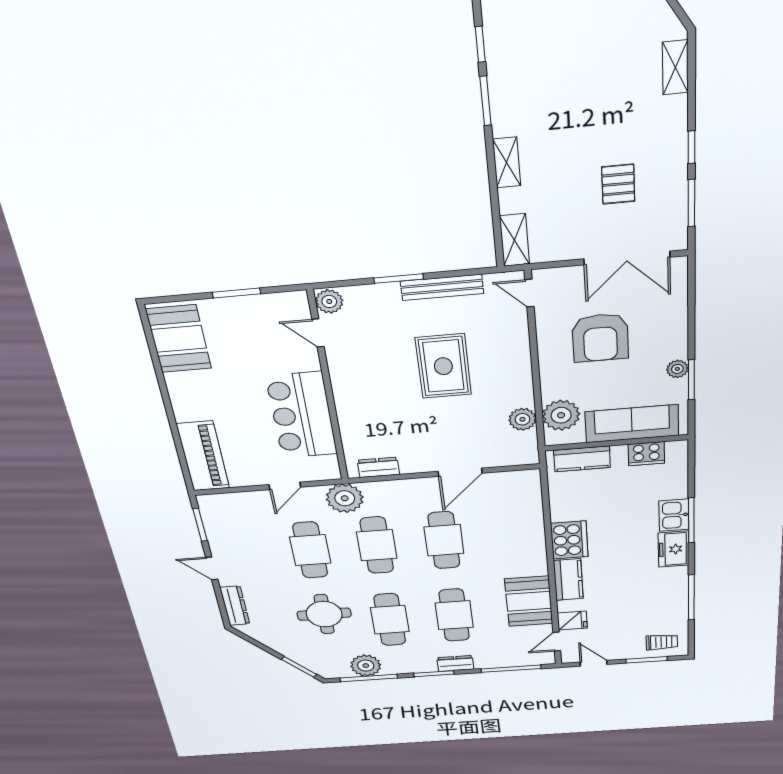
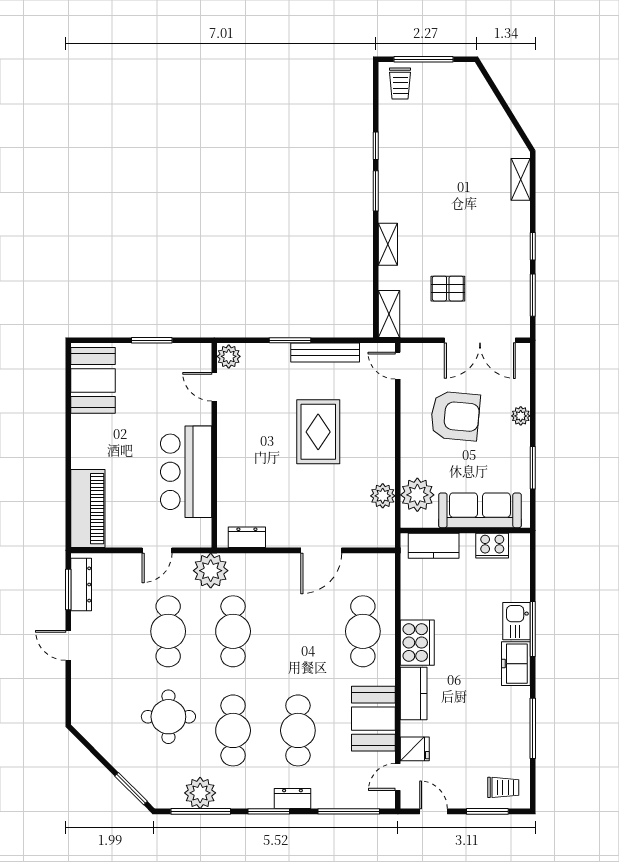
pallet: (618, 184) -> (448, 289), moved, turned 90
armchair: (600, 338) -> (455, 416), turned -85
plant: (677, 369) -> (521, 416), moved
cafe table: (444, 540) -> (363, 631), moved
dresser: (235, 606) -> (81, 584), moved

